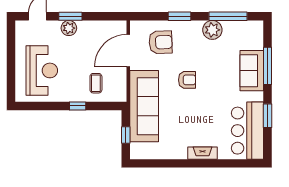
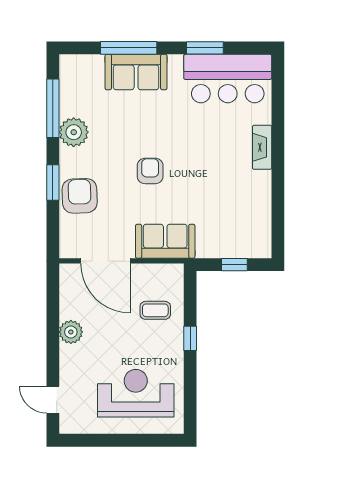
window: (70, 16) -> (53, 349), removed
plant: (69, 28) -> (71, 332), moved
armchair: (161, 42) -> (80, 196), moved
sofa: (144, 106) -> (165, 241), width x0.54, depth x0.79

